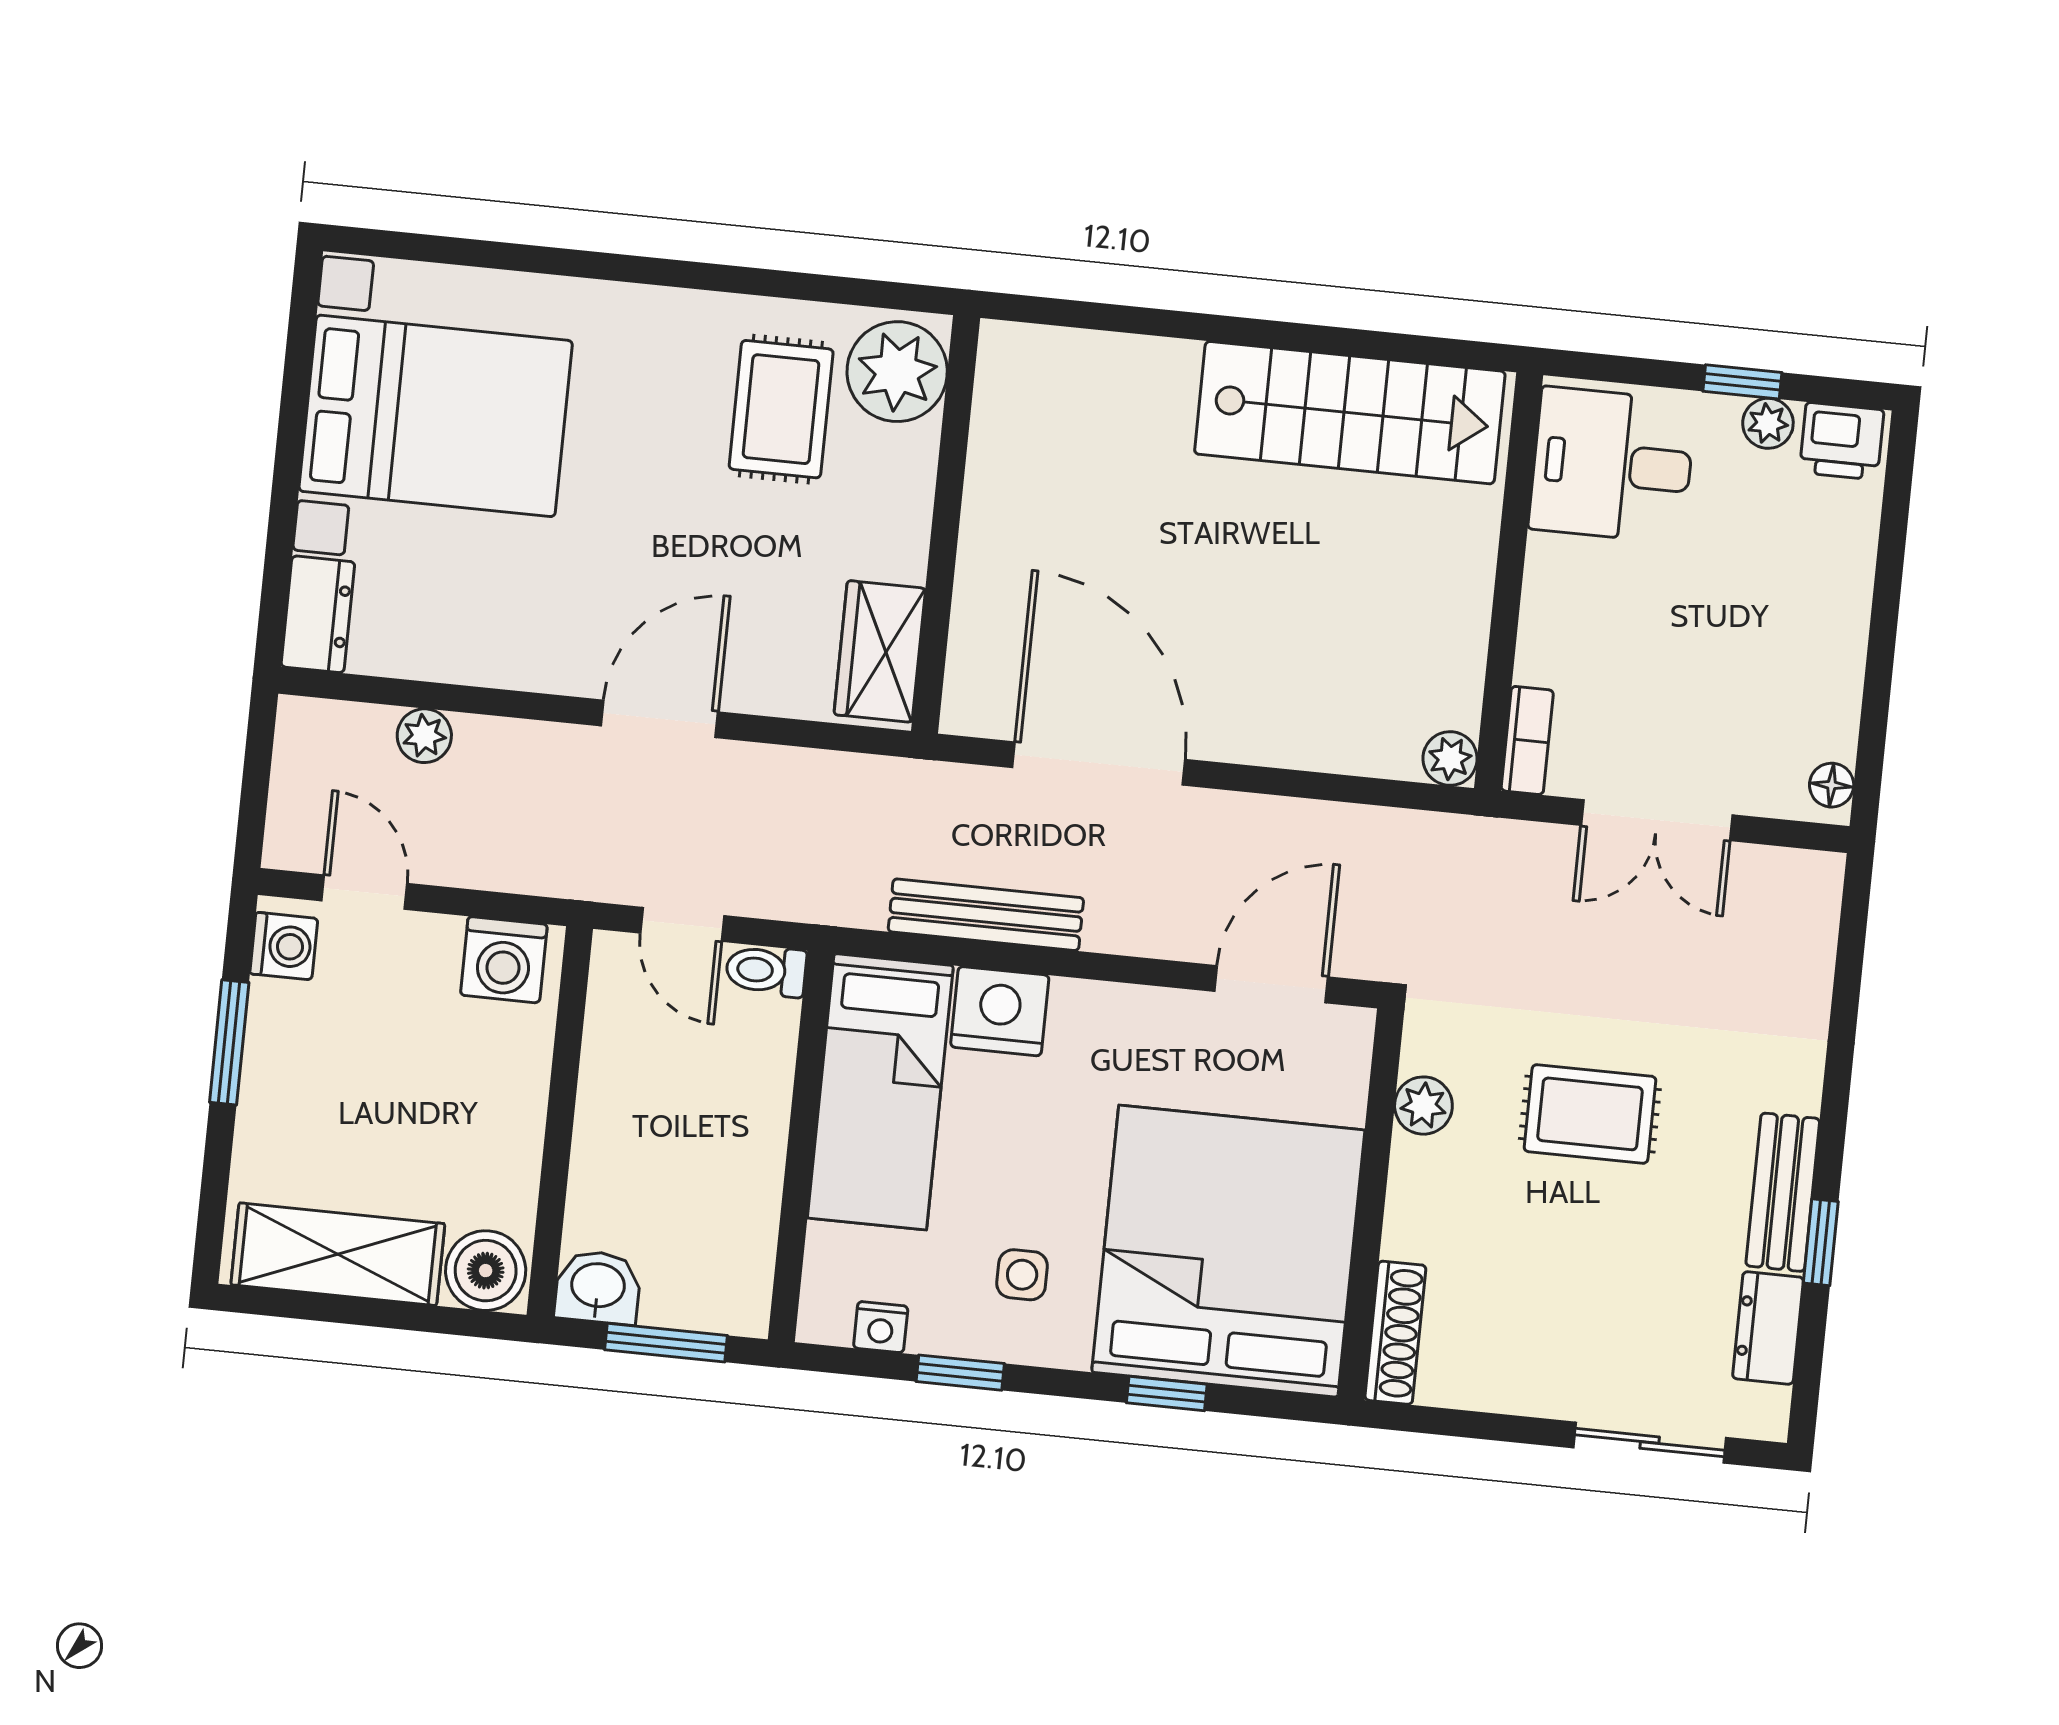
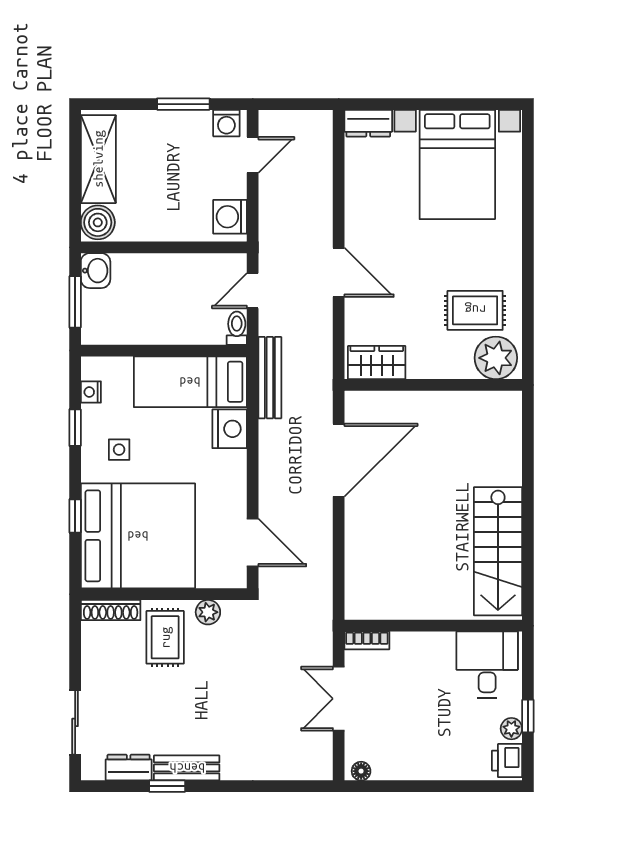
plant: (424, 736) -> (321, 173), removed
plant: (1450, 759) -> (356, 609), removed
bench: (986, 915) -> (270, 378), moved
rug: (1590, 1114) -> (165, 637), moved

